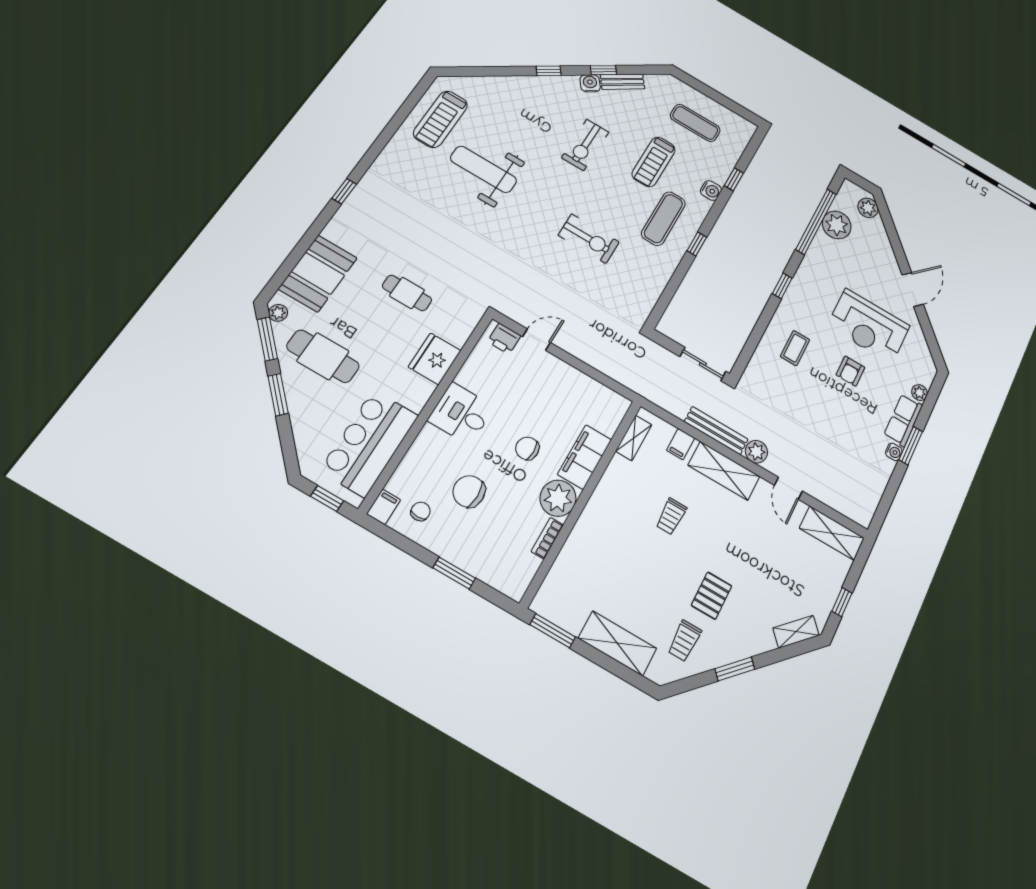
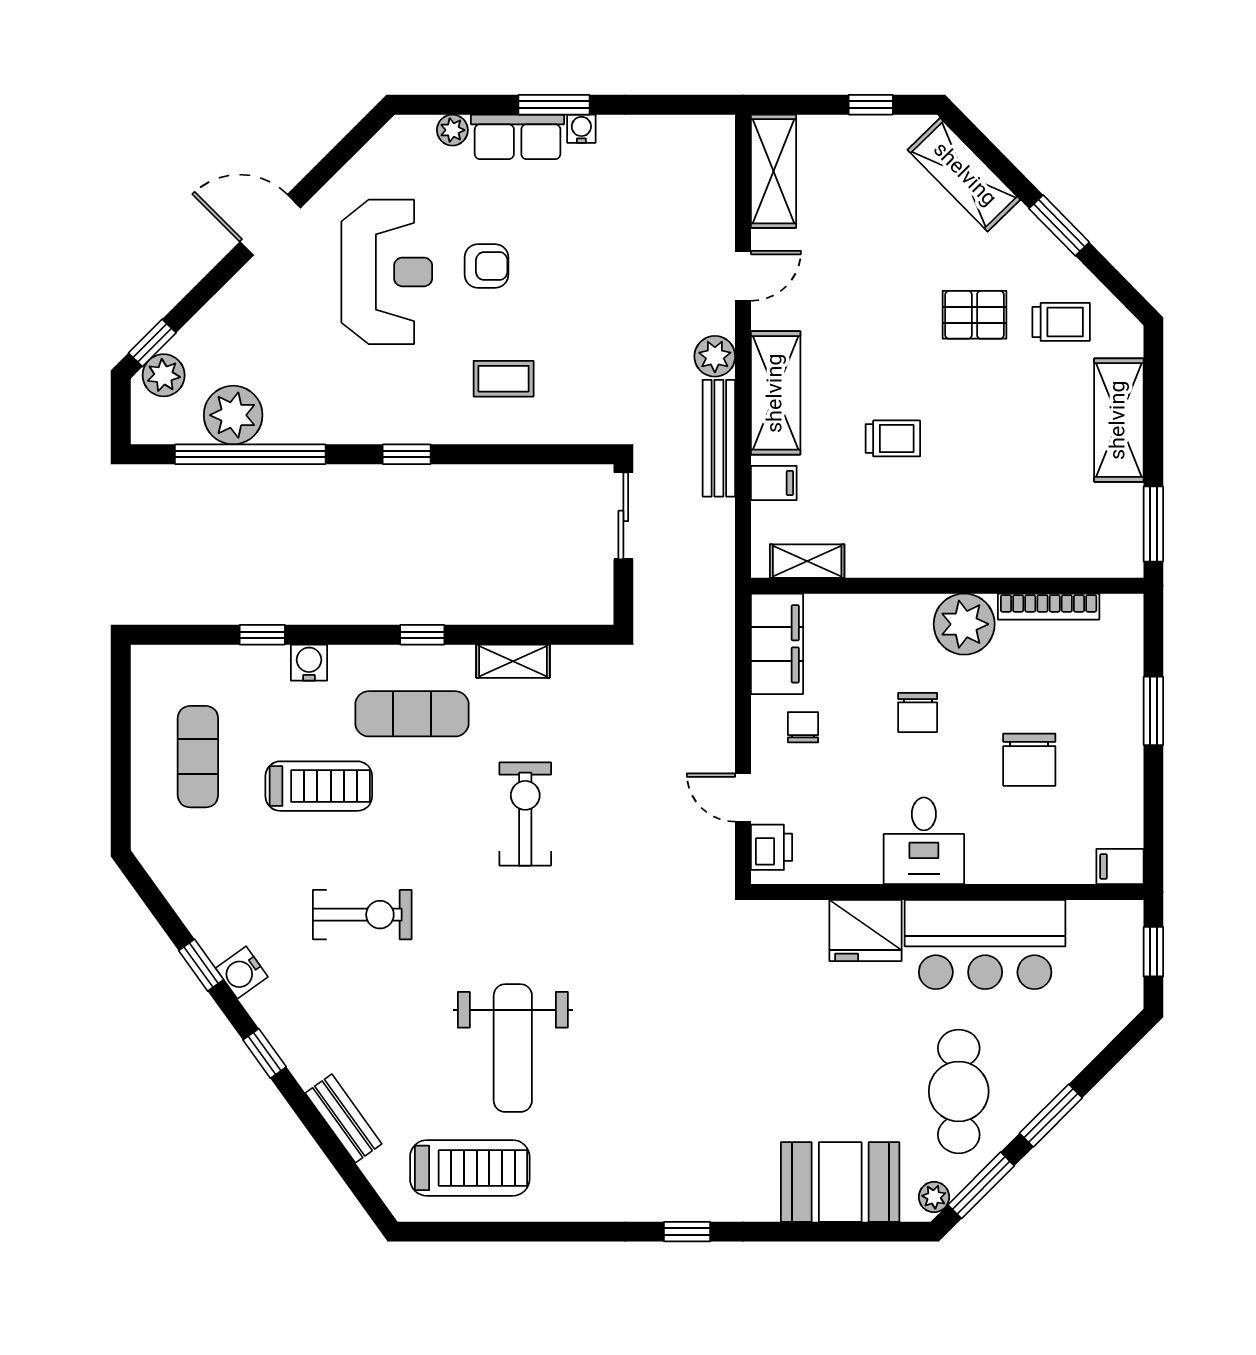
bench: (623, 82) -> (344, 1118), moved
window: (884, 212) -> (152, 343), added
shelving: (663, 275) -> (513, 661), added
cafe table: (407, 293) -> (789, 1035), removed
bar counter: (369, 443) -> (985, 944), moved
filing cabinet: (585, 457) -> (777, 644), moved, turned -90
chair: (420, 511) -> (803, 727), moved, turned 90
bookcase: (547, 538) -> (1049, 607), width x1.56
shelving: (796, 632) -> (964, 175), width x1.50, depth x1.33

